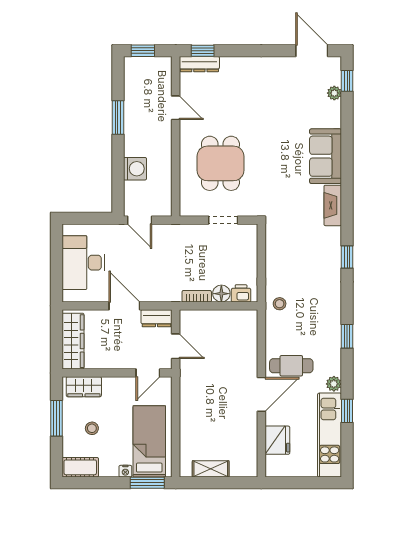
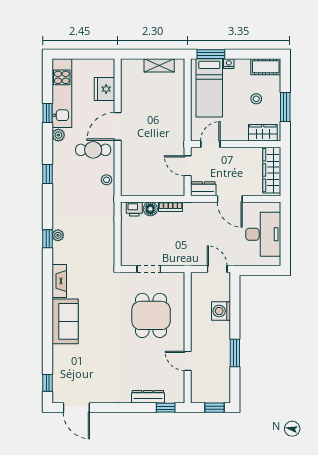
dresser: (199, 64) -> (148, 397), moved
plant: (334, 93) -> (58, 235), moved
stool: (280, 304) -> (106, 180), moved

